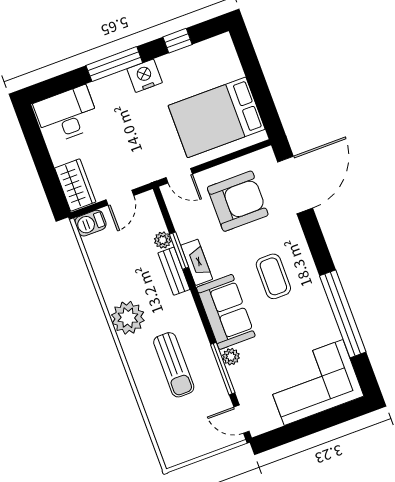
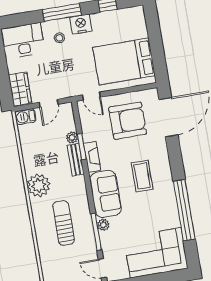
stool: (118, 101) -> (59, 38), added
sun lounger: (174, 365) -> (64, 223), turned 180

